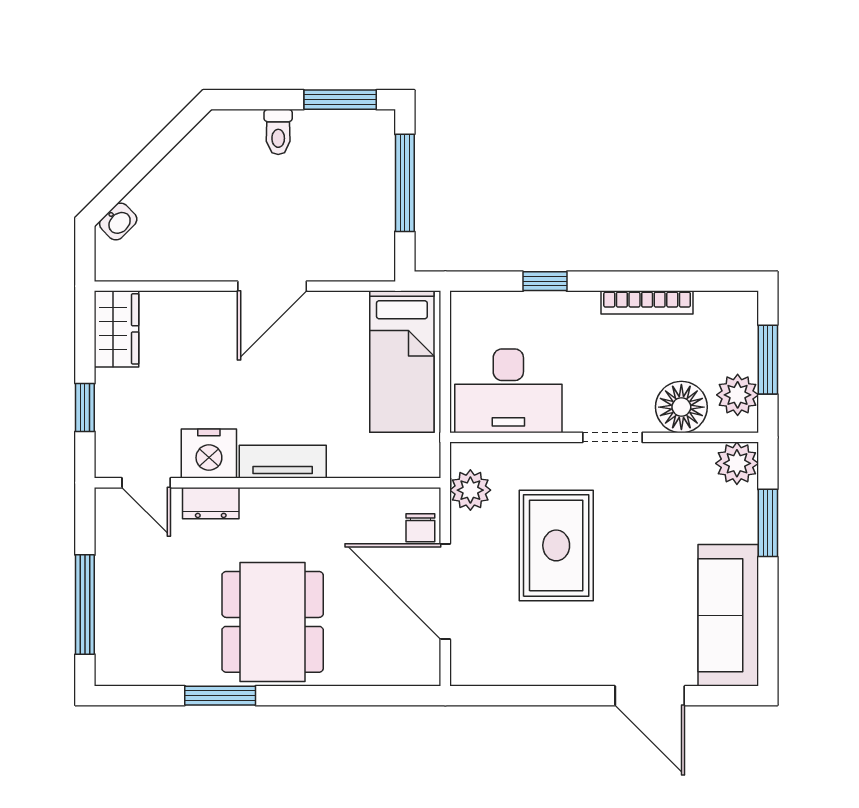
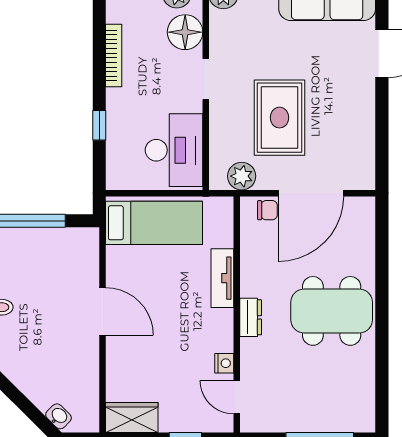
nightstand: (209, 454) -> (224, 363), width x0.53, depth x0.56
tv unit: (283, 462) -> (222, 278), moved
door: (146, 483) -> (237, 397), swing flipped
dresser: (211, 503) -> (251, 317), moved
rug: (556, 545) -> (279, 118), turned 90
window: (220, 696) -> (382, 347), removed

